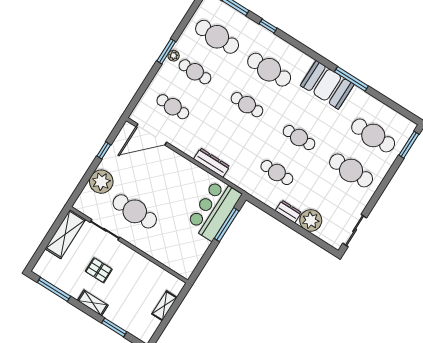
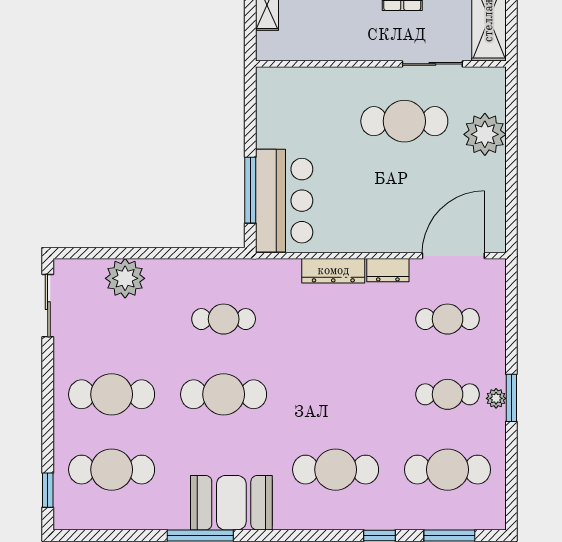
cafe table: (247, 105) -> (336, 394), removed
cafe table: (299, 138) -> (224, 394), width x1.37, depth x1.35
window: (409, 145) -> (48, 490), width x0.67
window: (104, 150) -> (511, 185), removed
dresser: (288, 212) -> (388, 270), moved

